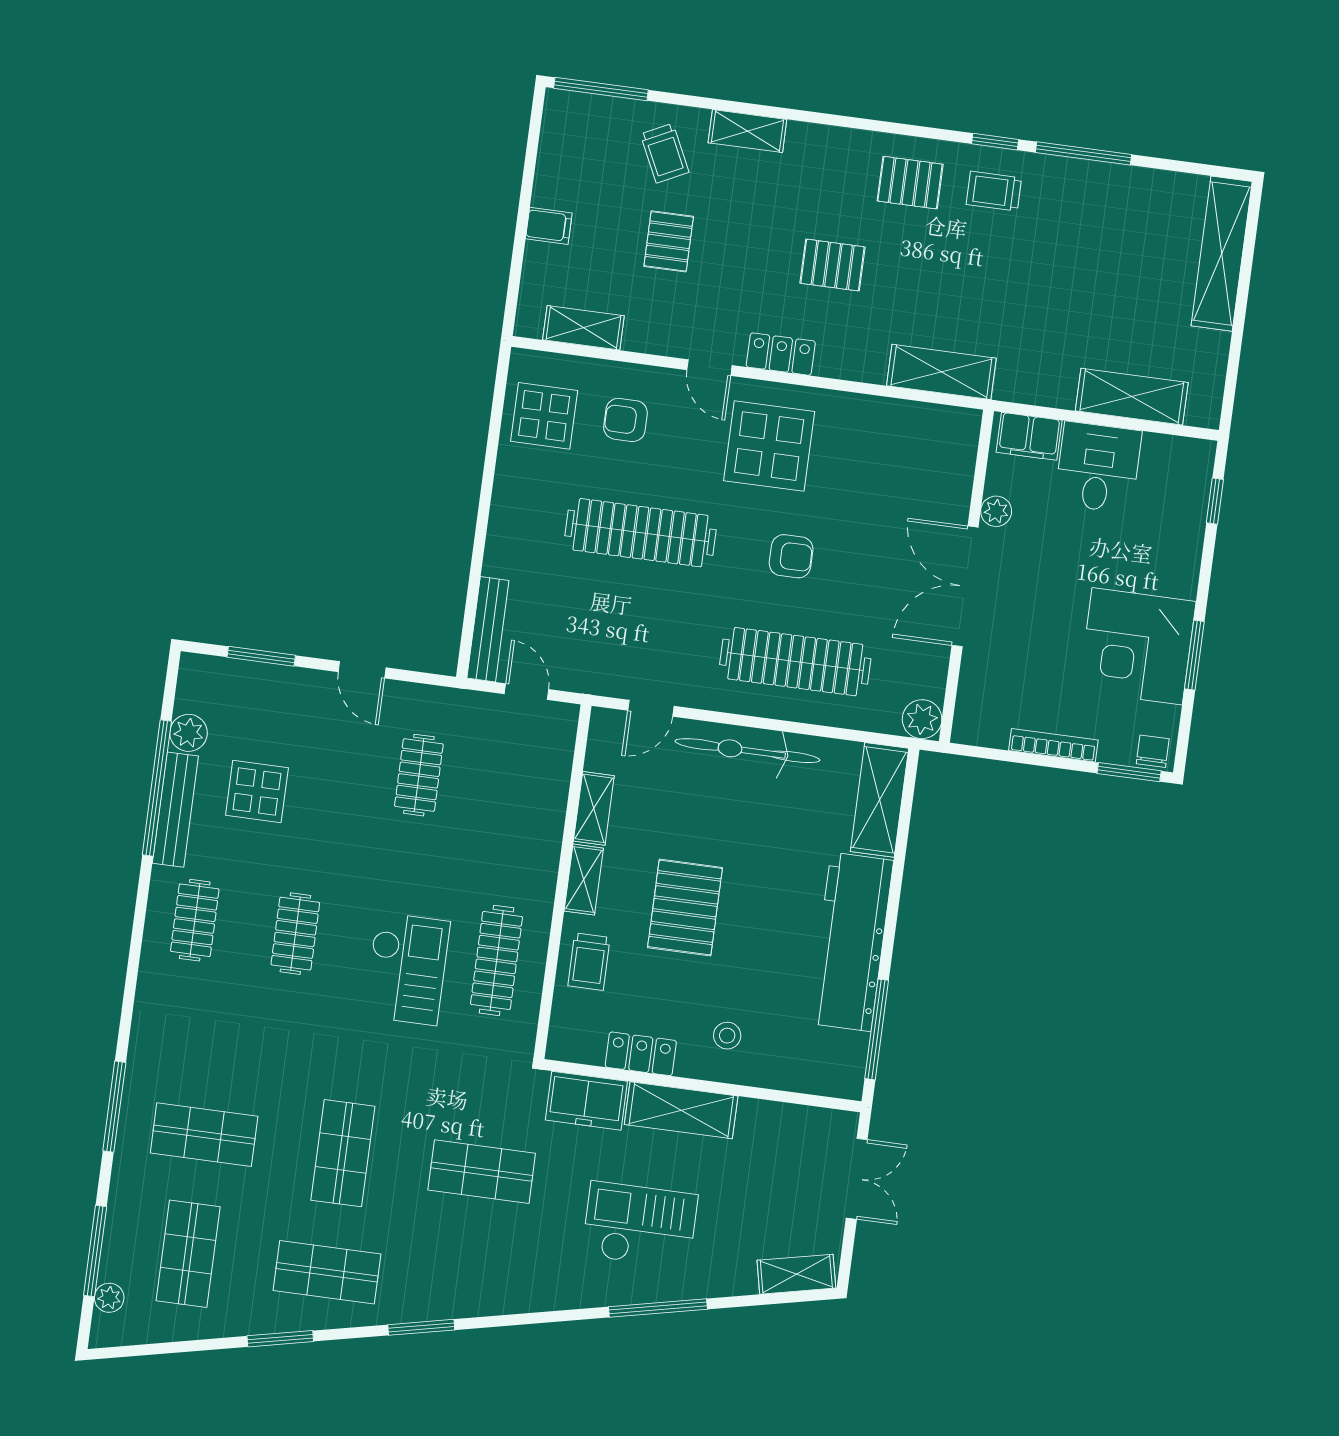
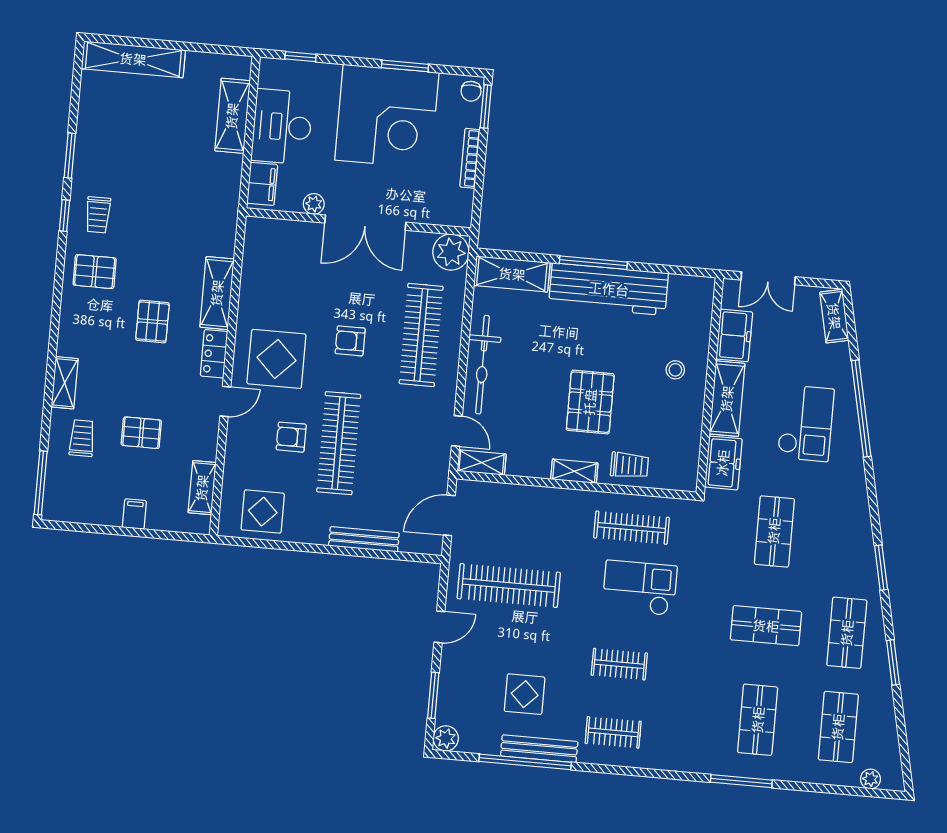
trolley: (665, 153) -> (82, 438), turned -64
window: (1083, 153) -> (70, 156), width x0.69
pallet: (910, 183) -> (95, 272), turned 90
shelving: (941, 372) -> (217, 293), moved
armchair: (625, 420) -> (291, 437), moved, turned 90
desk: (1098, 467) -> (282, 127), width x1.37
armchair: (791, 556) -> (350, 341), turned -90
bench: (488, 629) -> (364, 539), moved
corner desk: (1137, 646) -> (387, 116), width x1.36, depth x1.36
door: (526, 692) -> (449, 515), width x1.38
plant: (922, 719) -> (451, 252), width x1.36, depth x1.36
plant: (189, 733) -> (446, 738), moved
chair: (1153, 751) -> (471, 91), turned -90
clothes rail: (419, 775) -> (509, 585), width x1.86, depth x1.31
shelving: (594, 808) -> (482, 463), moved
pallet: (685, 908) -> (590, 402), turned 90
window: (877, 1029) -> (593, 263), moved
locker: (641, 1054) -> (690, 428), removed
freezer: (774, 1125) -> (734, 335), added
double door: (857, 1179) -> (768, 278), swing flipped
checkout: (640, 1225) -> (806, 423), turned 180
window: (95, 1251) -> (839, 790), removed
shop shelf: (188, 1254) -> (838, 727), turned 90
window: (658, 1308) -> (861, 409), width x1.46

